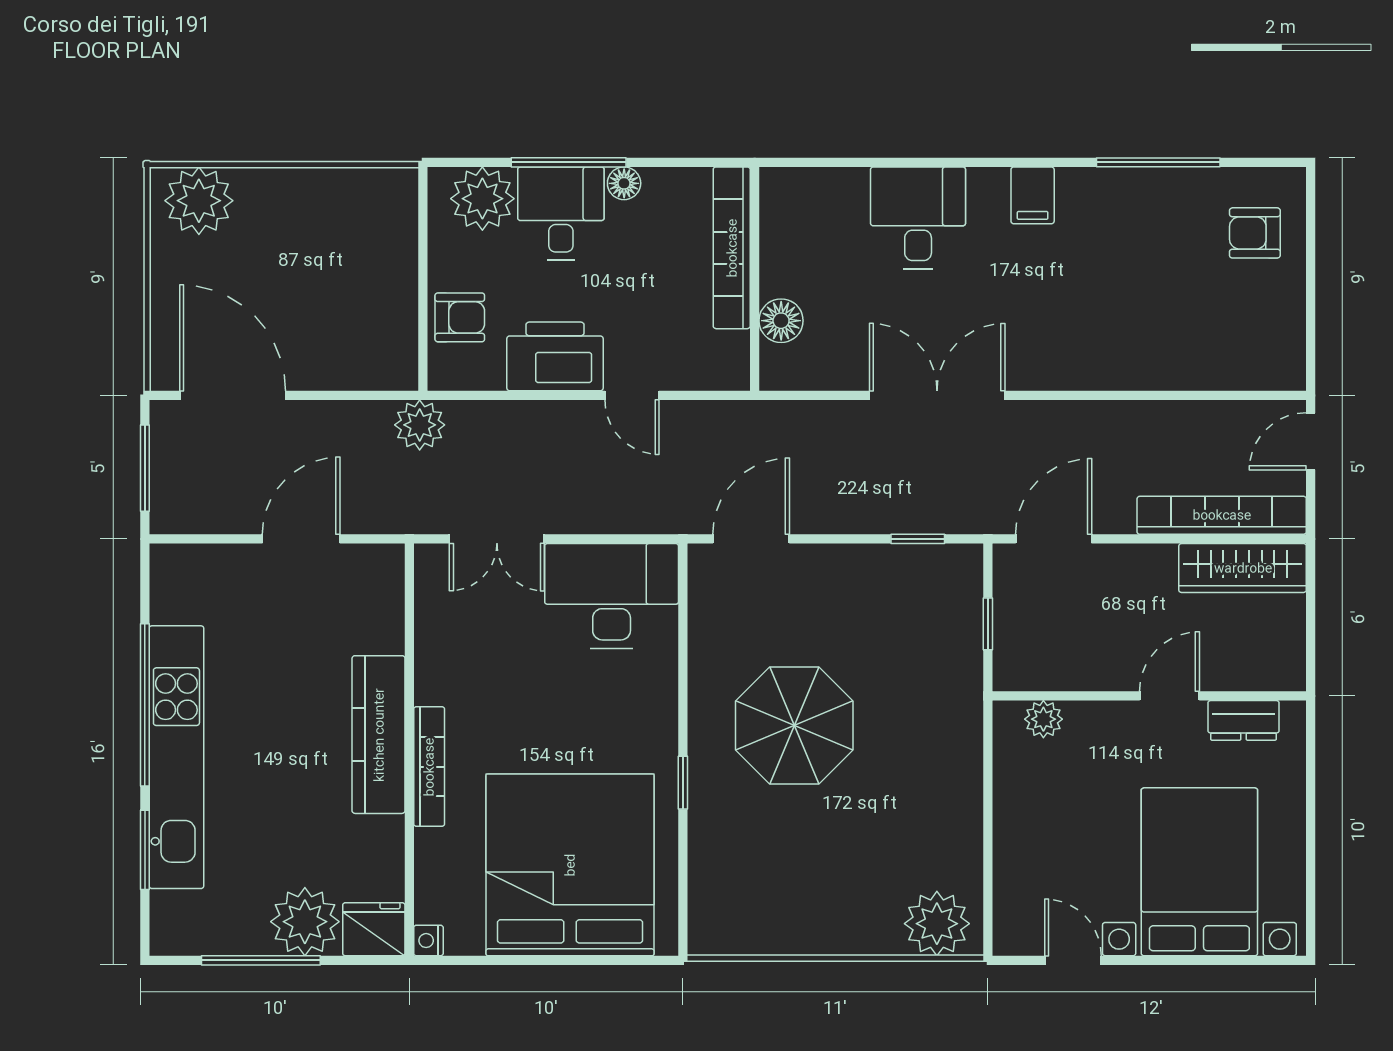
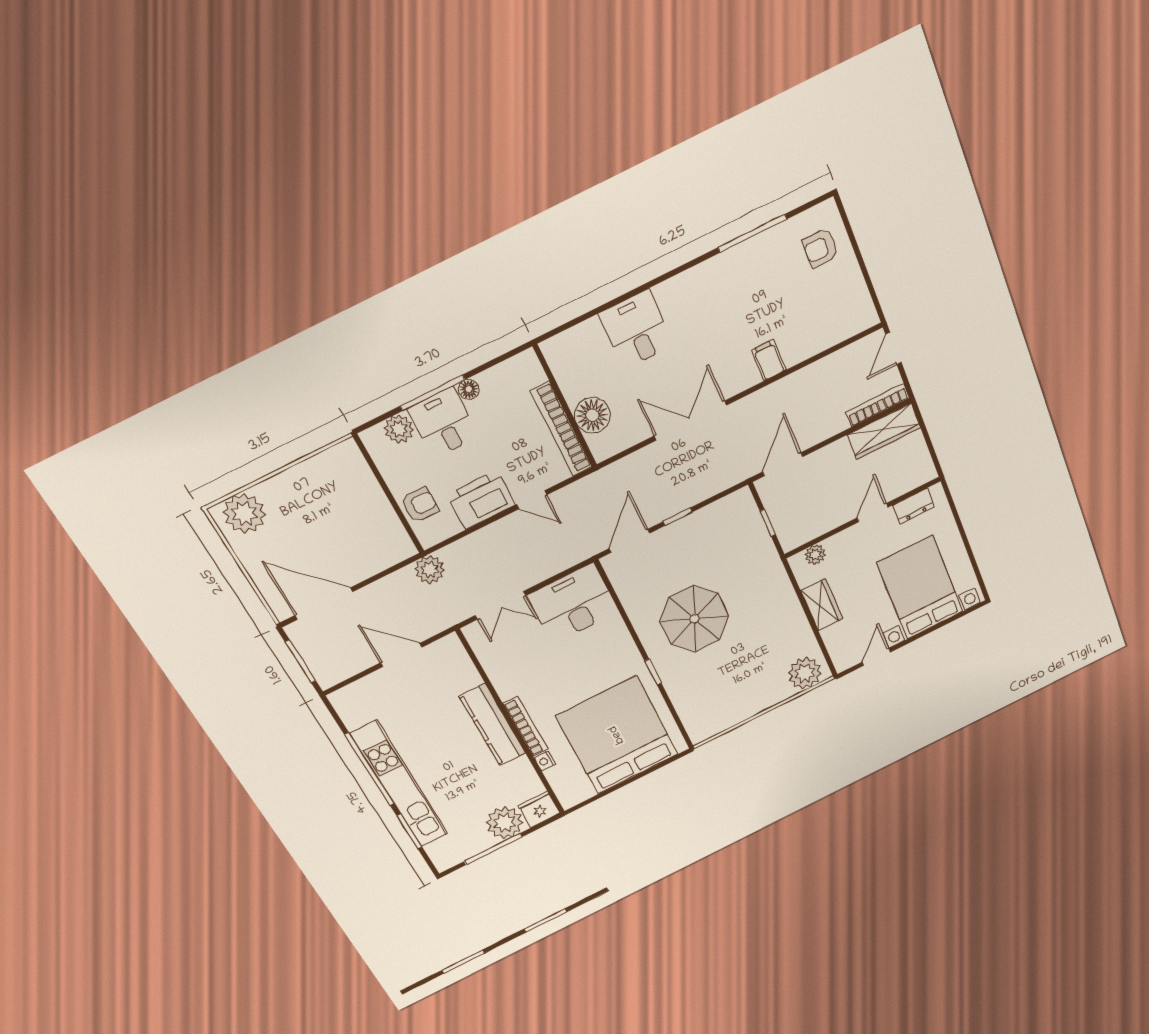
filing cabinet: (1033, 195) -> (769, 360), moved, turned 180
plant: (482, 199) -> (399, 429), width x0.73, depth x0.73
bookcase: (732, 248) -> (561, 429), moved
floor lamp: (781, 321) -> (592, 415), width x1.38, depth x1.38
bookcase: (1222, 515) -> (878, 405), width x0.68, depth x0.76
door: (301, 539) -> (401, 655), hinge flipped
window: (918, 539) -> (678, 517), moved
wardrobe: (1018, 814) -> (822, 605), added
nightstand: (428, 941) -> (545, 761), moved
door: (1073, 960) -> (876, 657), hinge flipped

